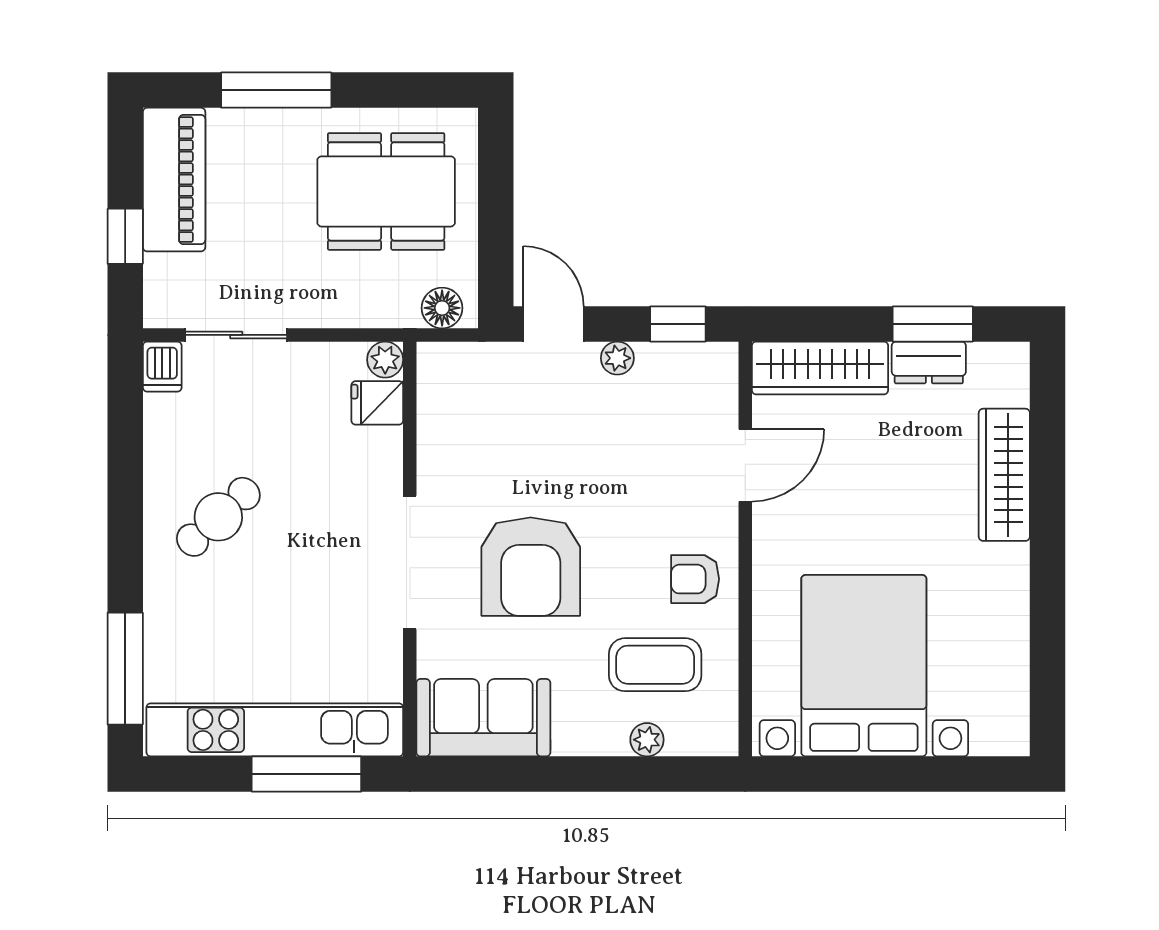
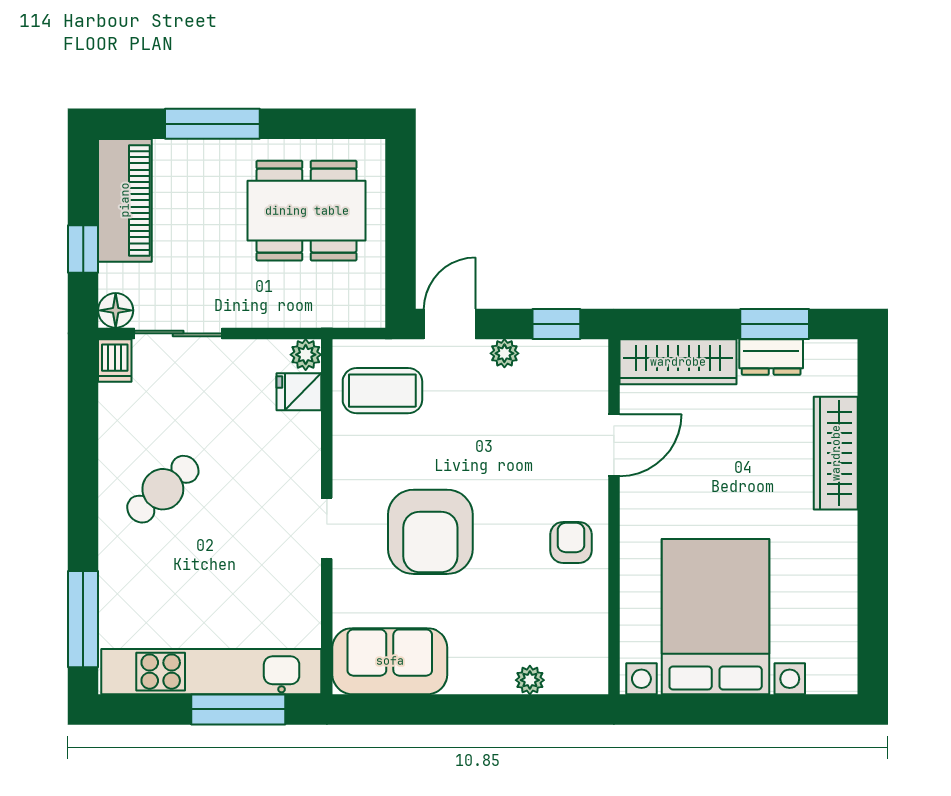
floor lamp: (442, 308) -> (116, 310), moved
door: (553, 324) -> (450, 324), hinge flipped
doorway: (410, 563) -> (327, 528), width x0.53
armchair: (695, 579) -> (571, 542), turned 90
coffee table: (655, 665) -> (382, 391), moved

